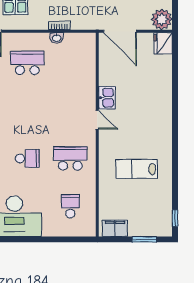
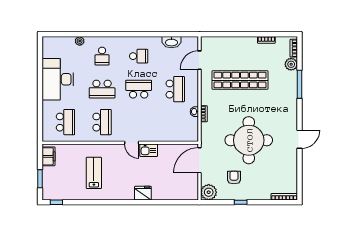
fridge: (163, 43) -> (143, 193), moved
school desk: (27, 111) -> (139, 89), added
door: (97, 120) -> (132, 143), hinge flipped
school desk: (27, 158) -> (102, 89), width x1.85
school desk: (70, 206) -> (65, 122), width x1.85

